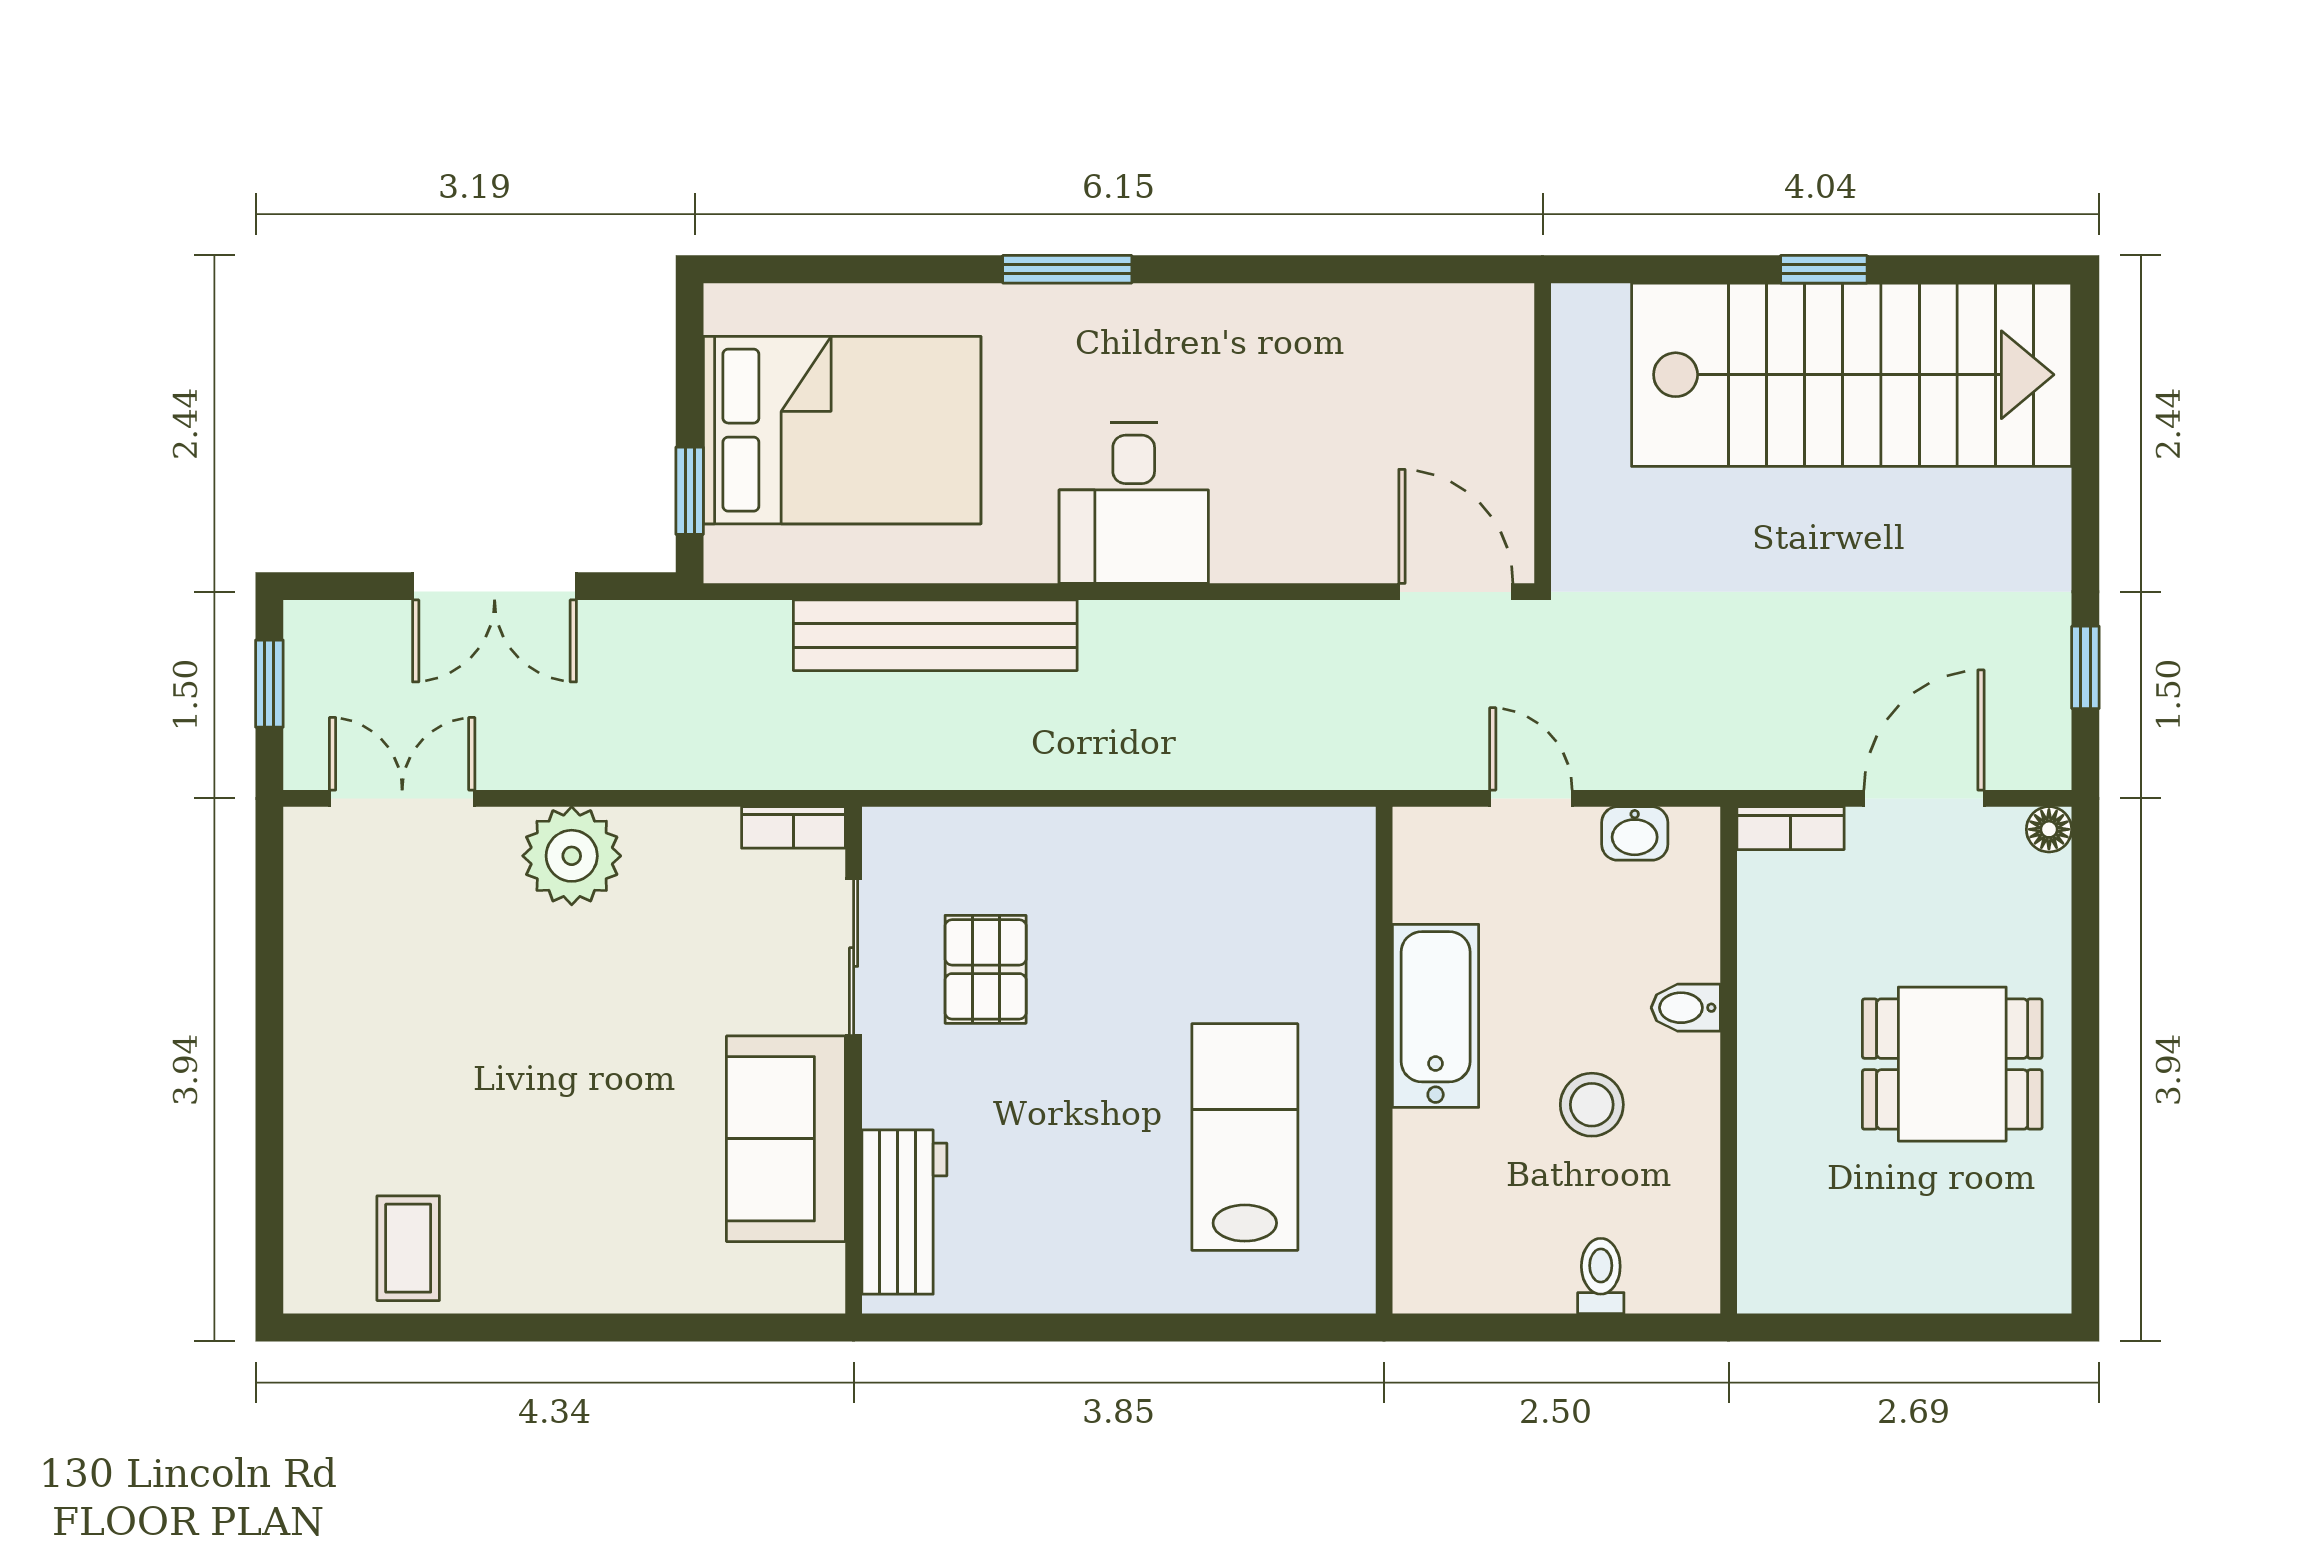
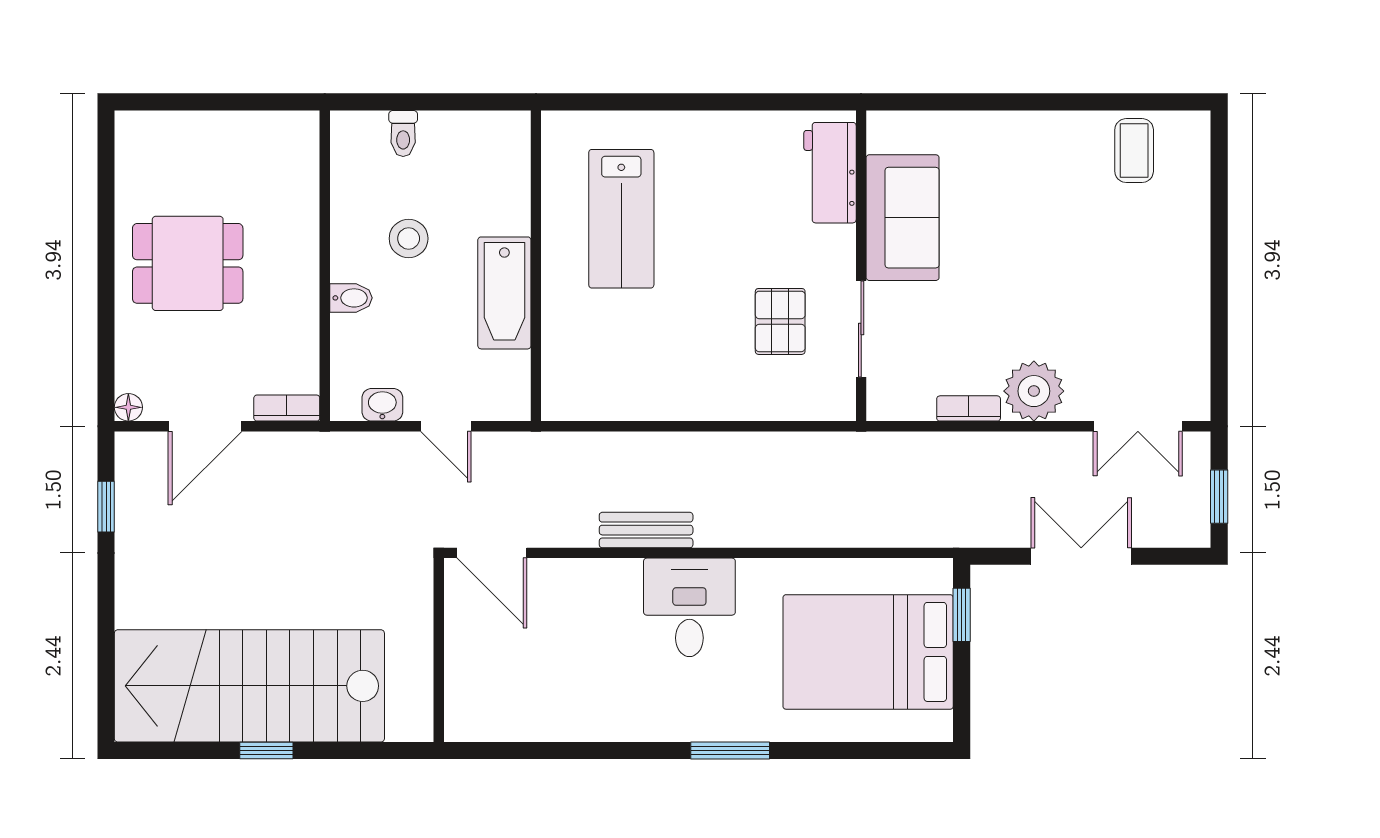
bench: (935, 635) -> (646, 530), moved, width x0.54, depth x0.82
bookcase: (793, 827) -> (969, 408), moved

